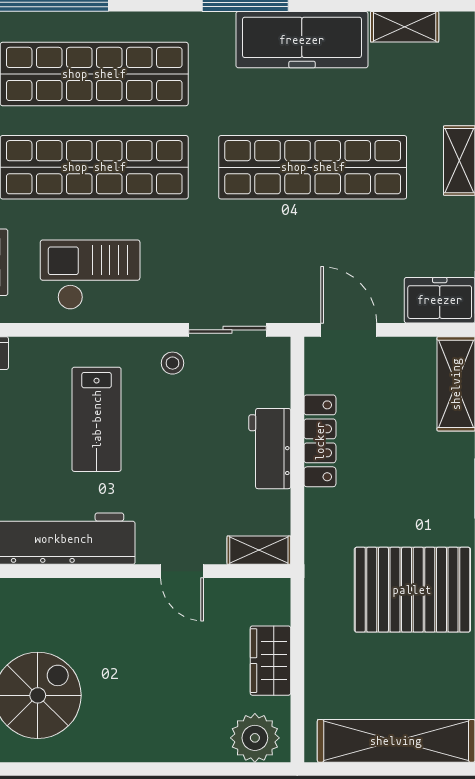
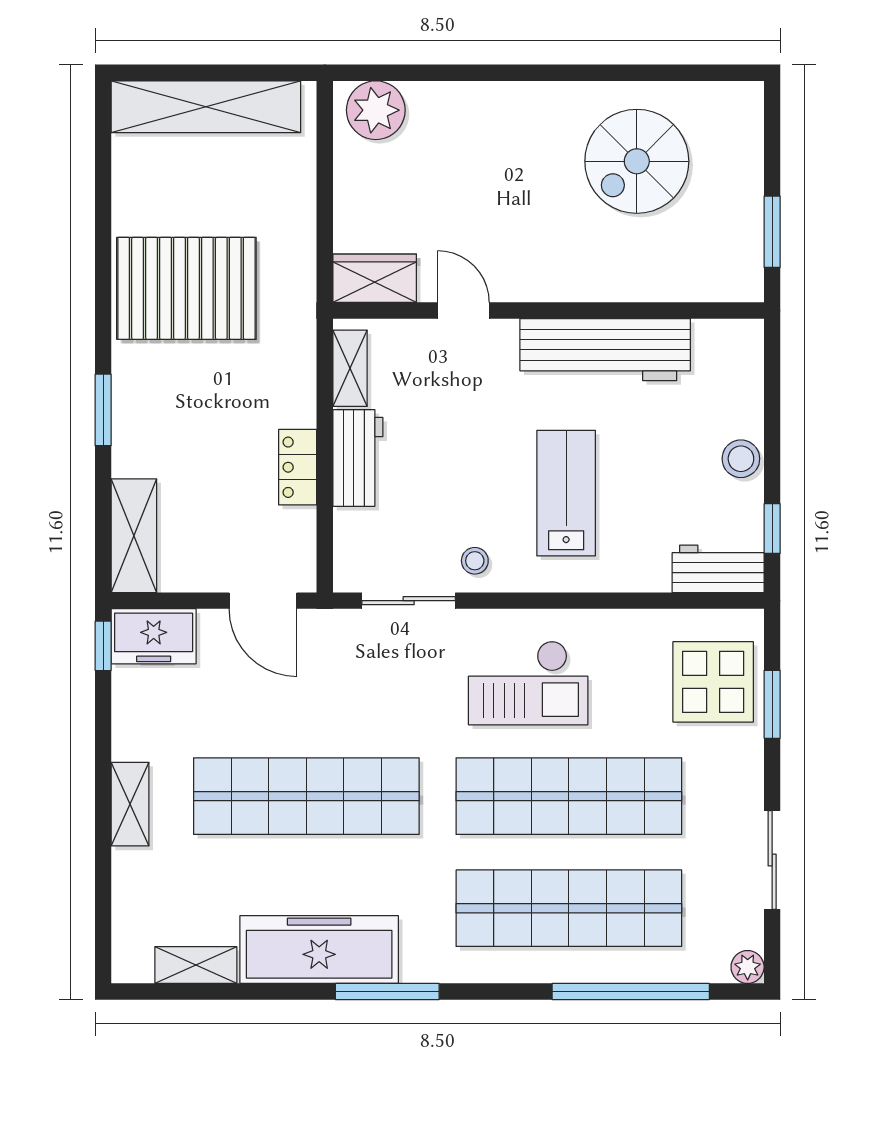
checkout: (90, 275) -> (528, 683), moved
locker: (320, 441) -> (298, 467), width x0.66
shelving: (259, 550) -> (350, 368), moved, turned 90
wardrobe: (270, 661) -> (375, 278), moved, turned -90

